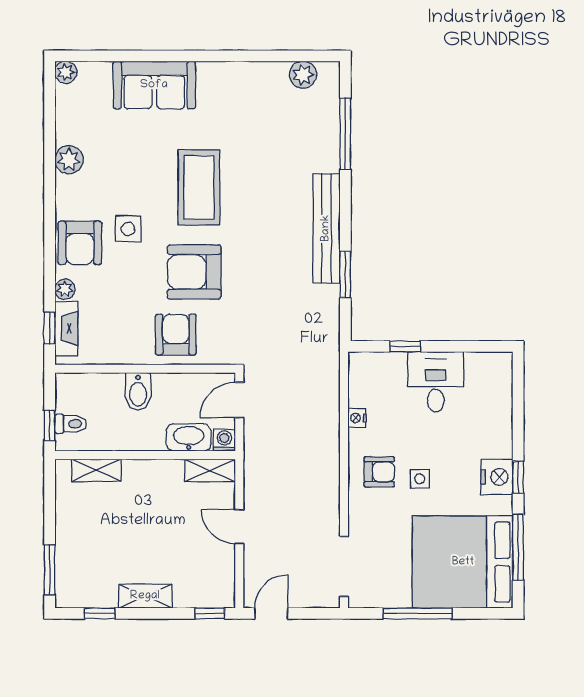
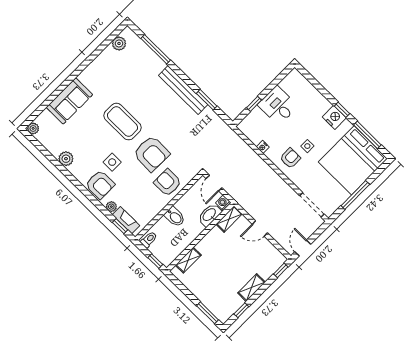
armchair: (194, 272) -> (151, 154), turned -89
toilet: (71, 424) -> (149, 240), moved

